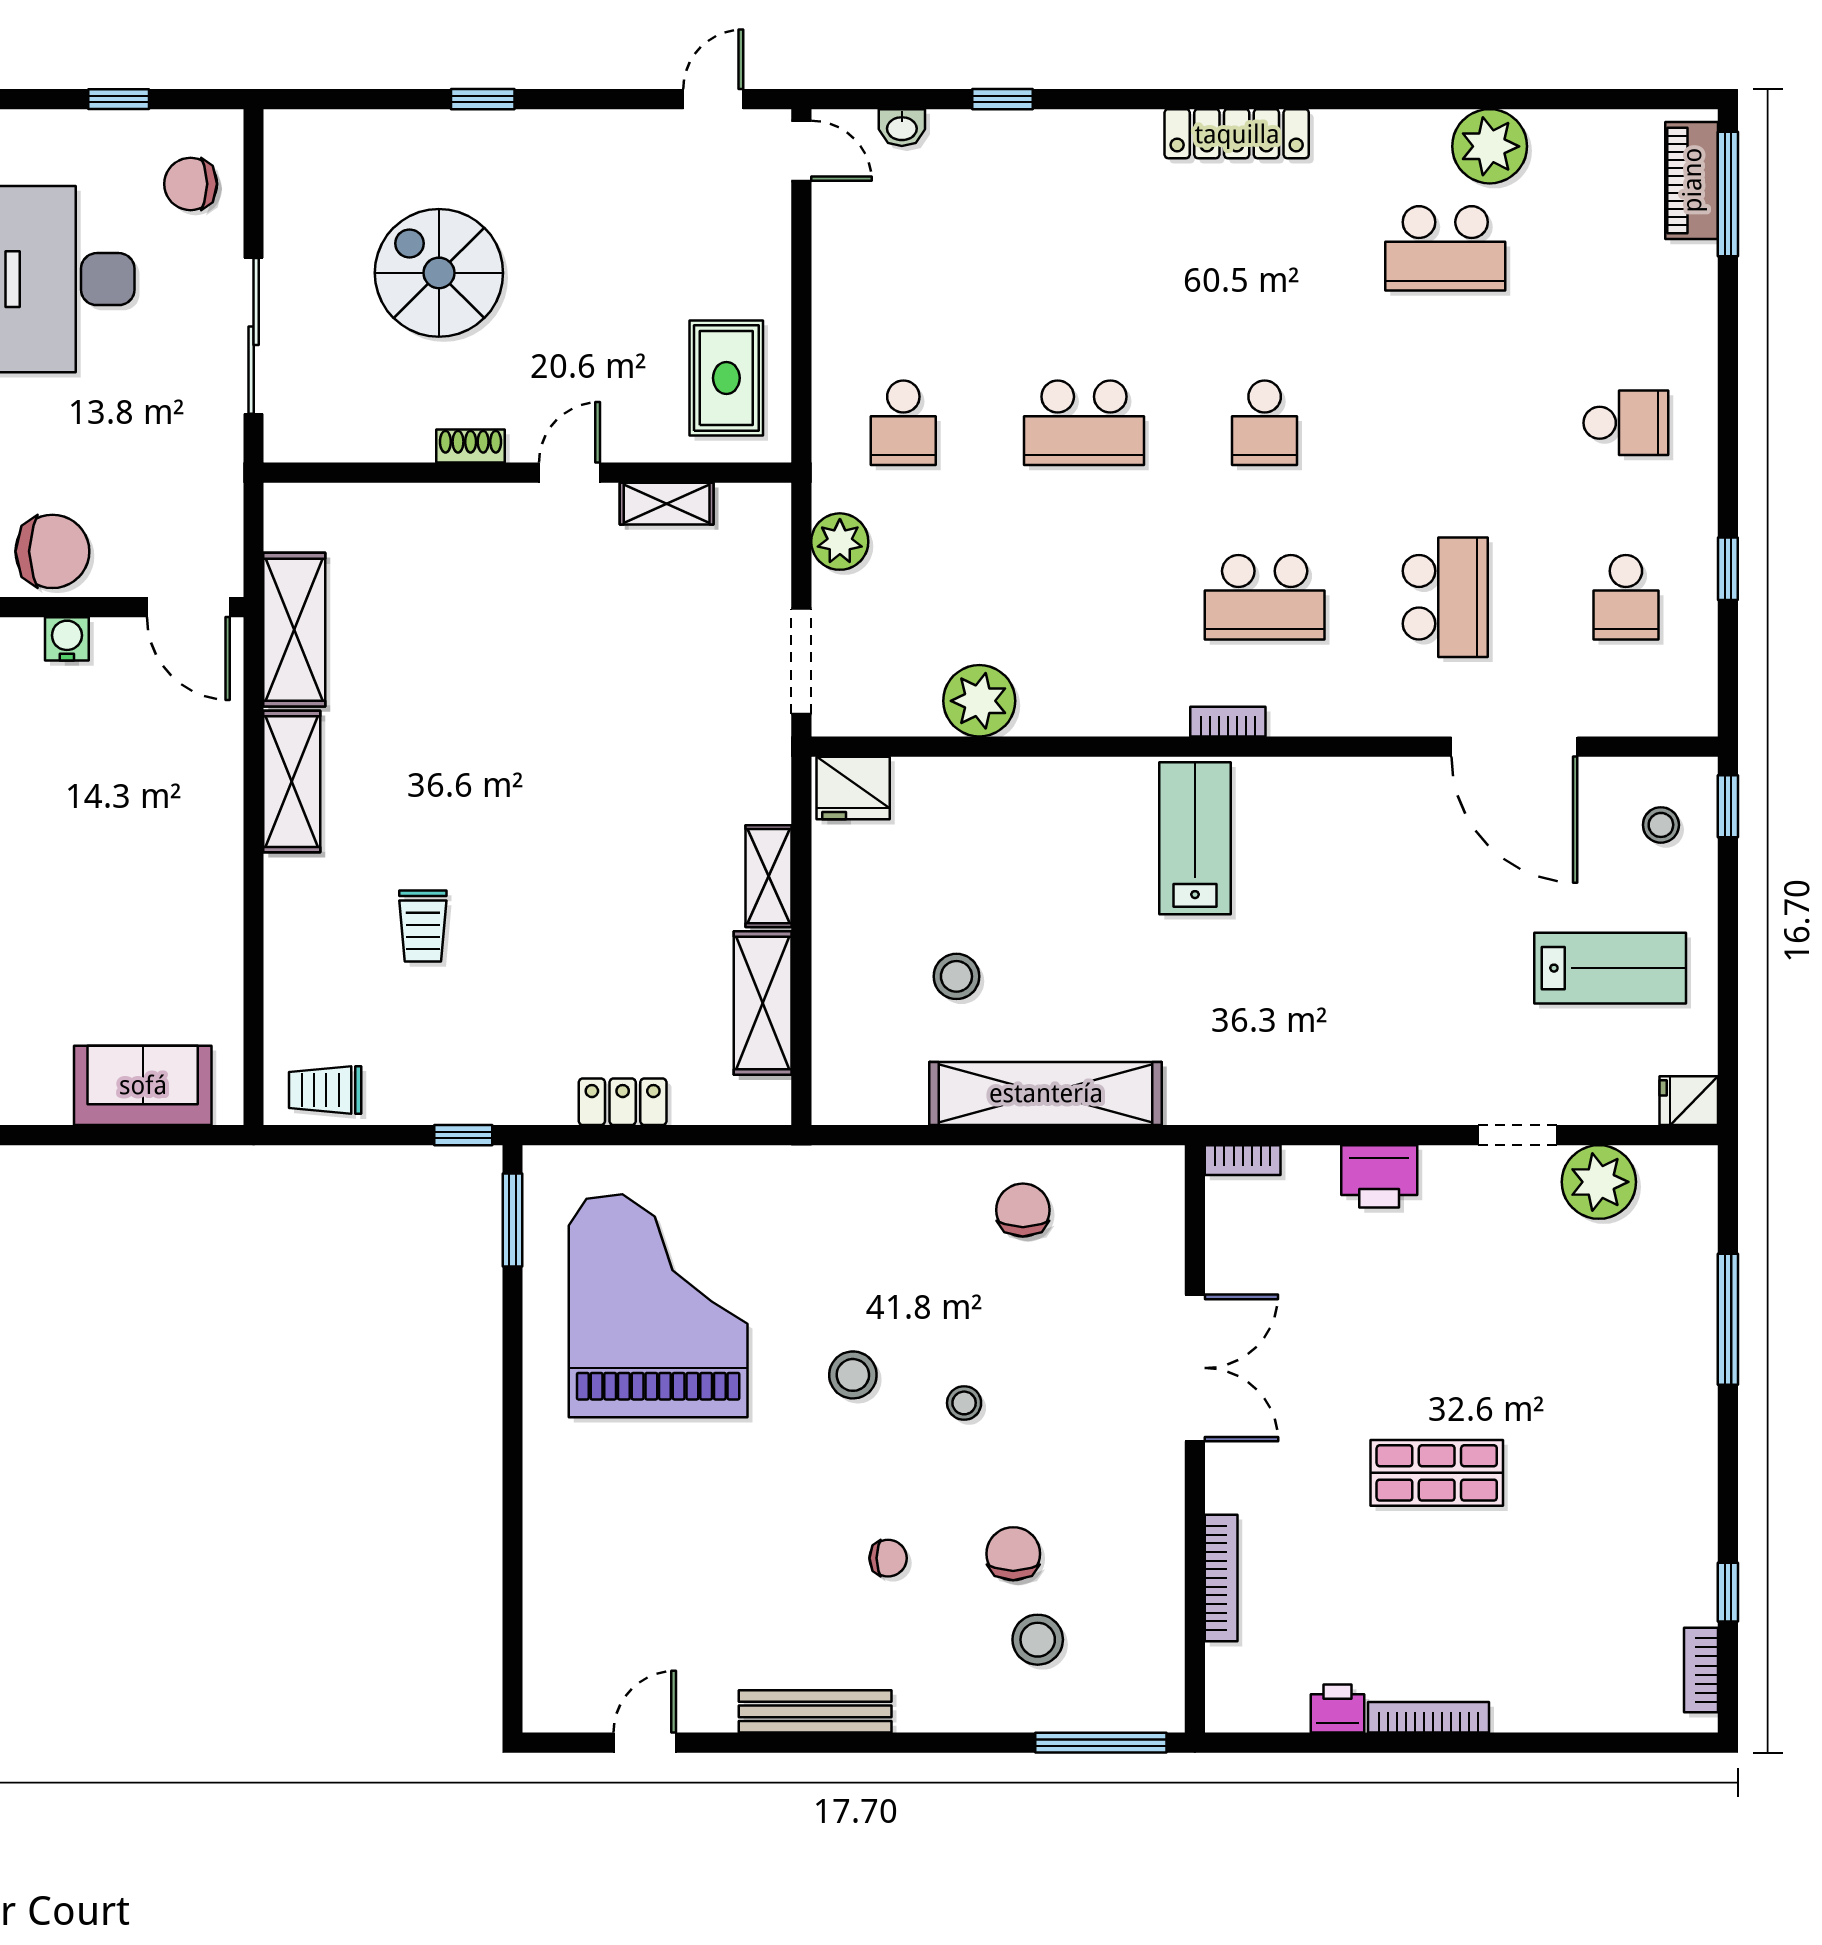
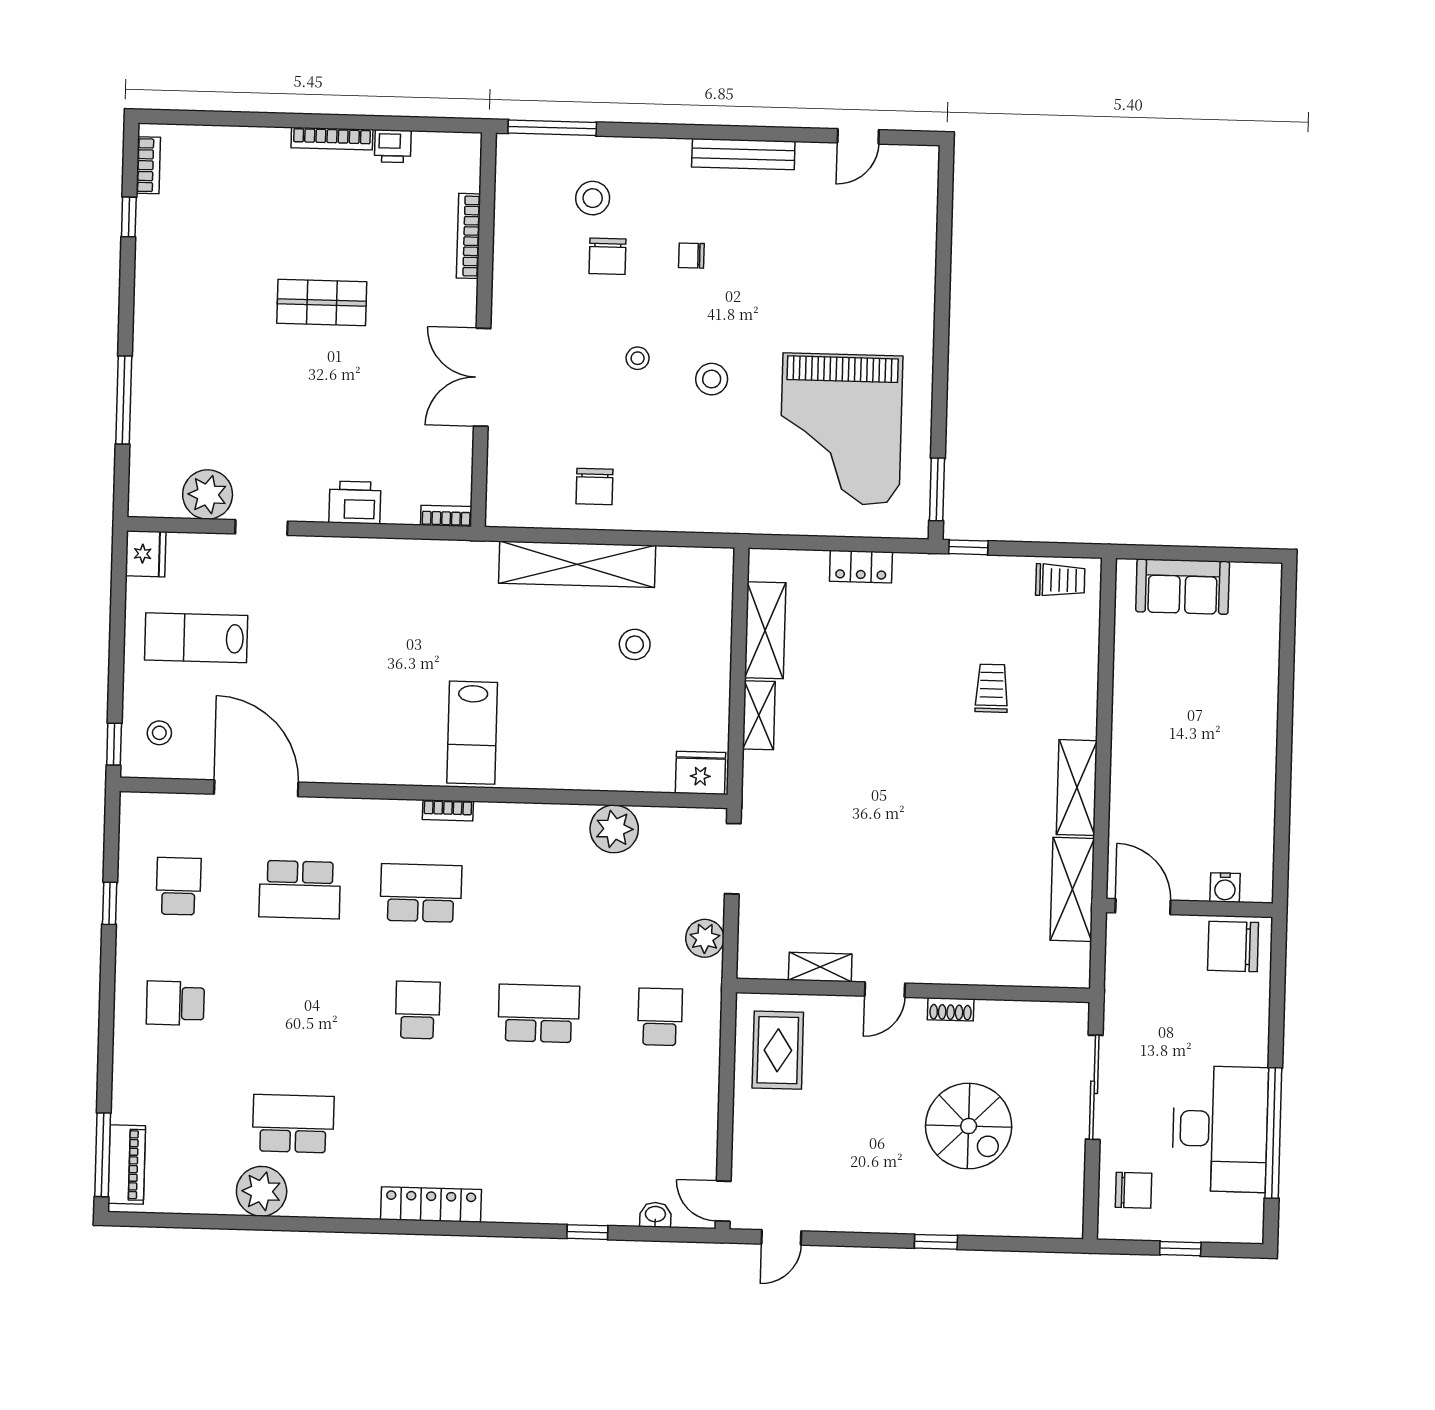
school desk: (1445, 597) -> (300, 890), turned -90
fridge: (1689, 1101) -> (146, 554), width x1.38

